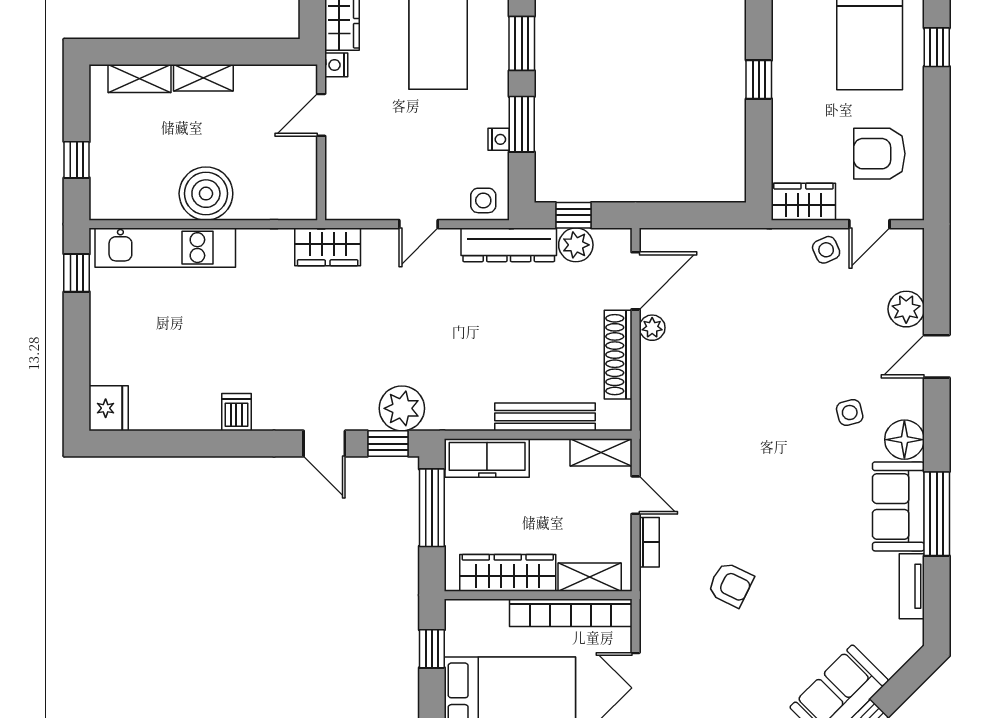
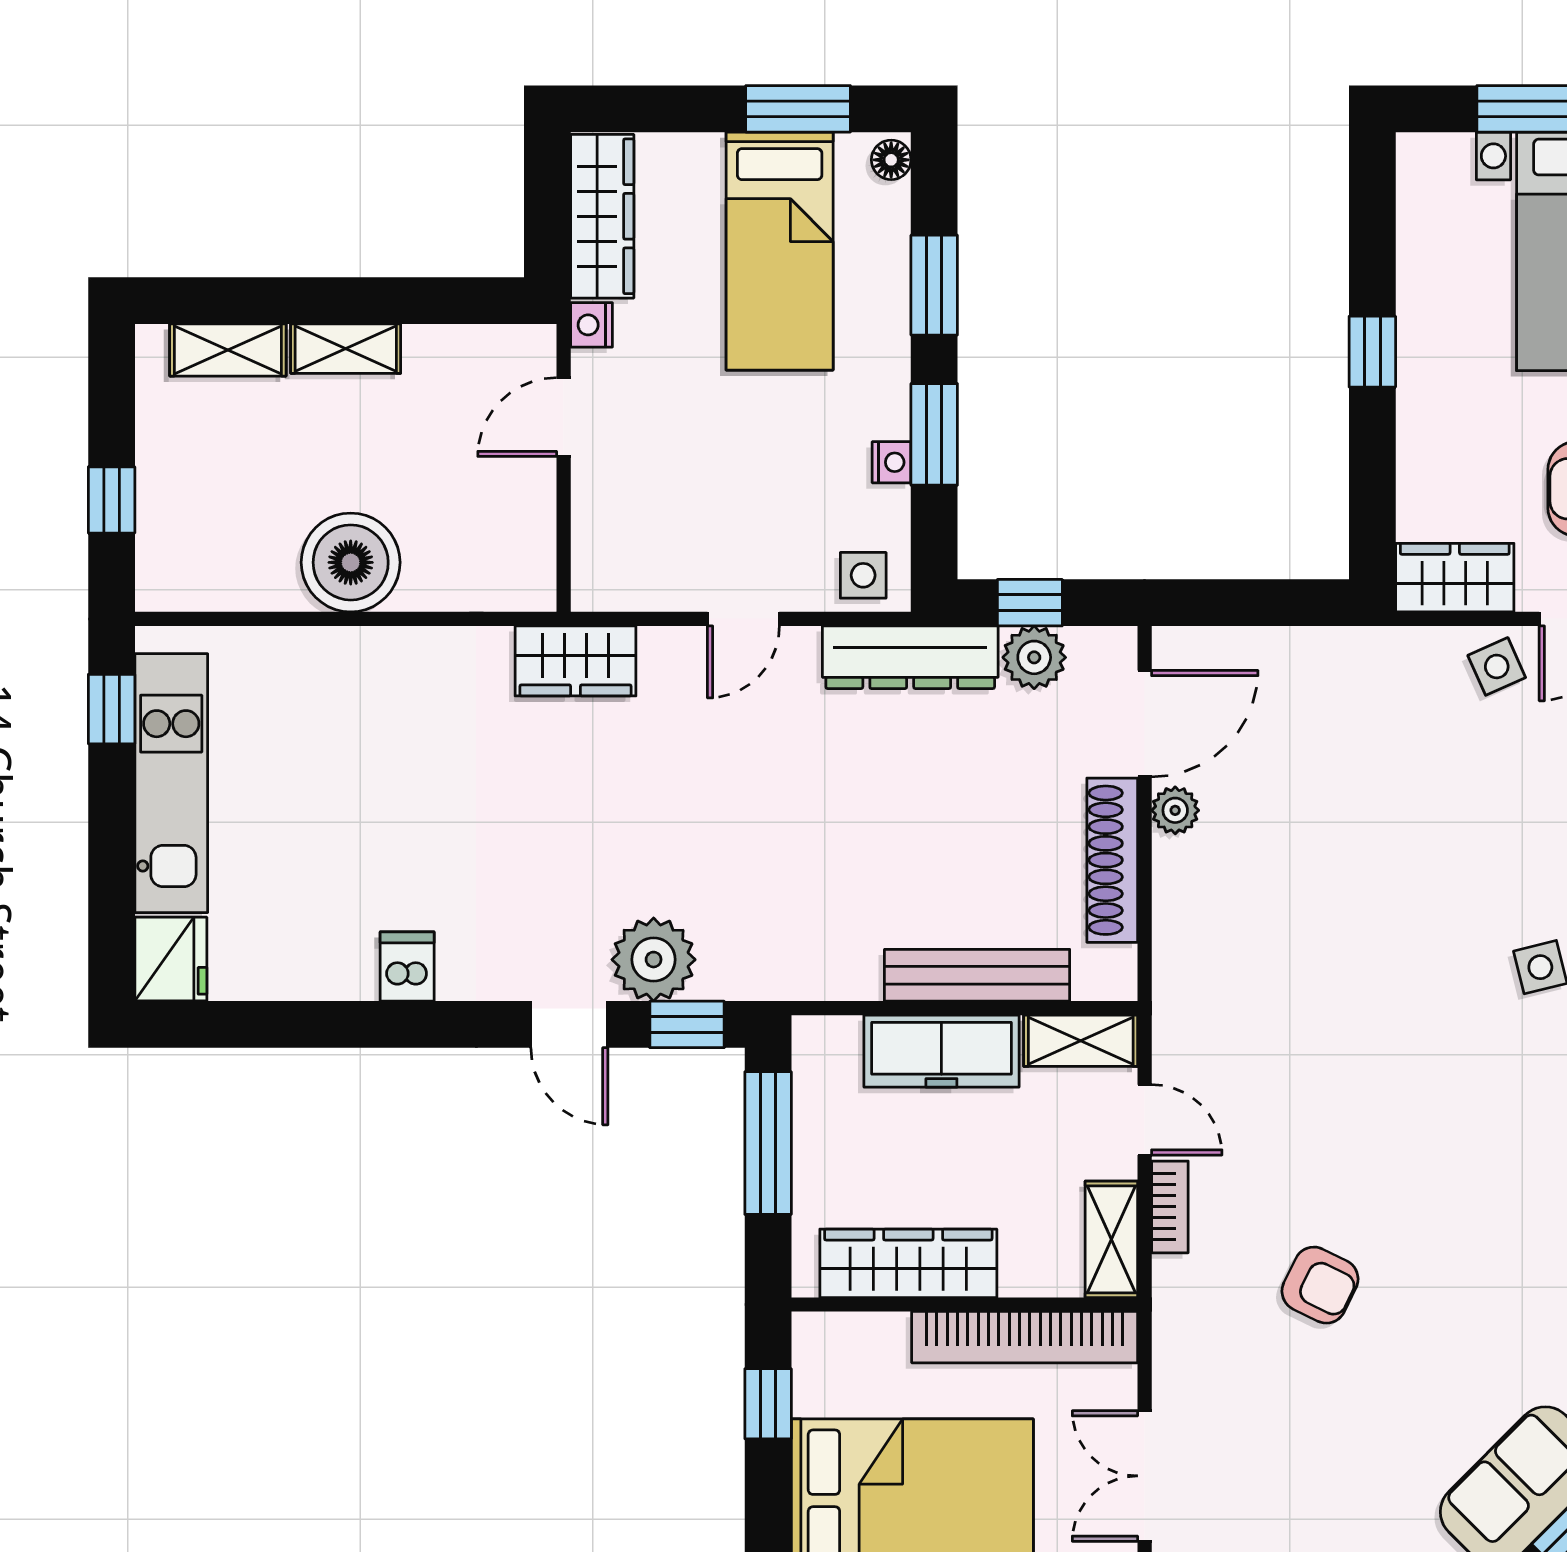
kitchen unit: (165, 248) -> (171, 783), moved, turned -90
plant: (402, 408) -> (654, 960), moved
freezer: (487, 458) -> (941, 1051), moved
shelving: (590, 577) -> (1111, 1239), moved, turned 90

